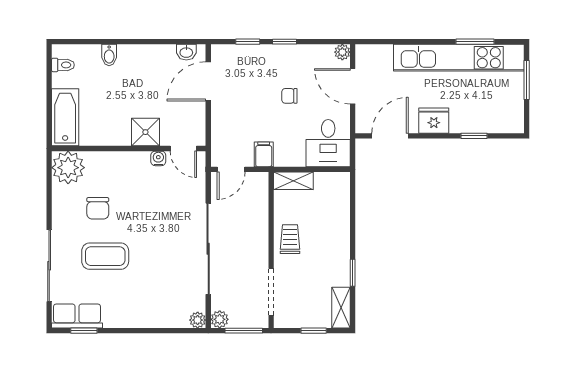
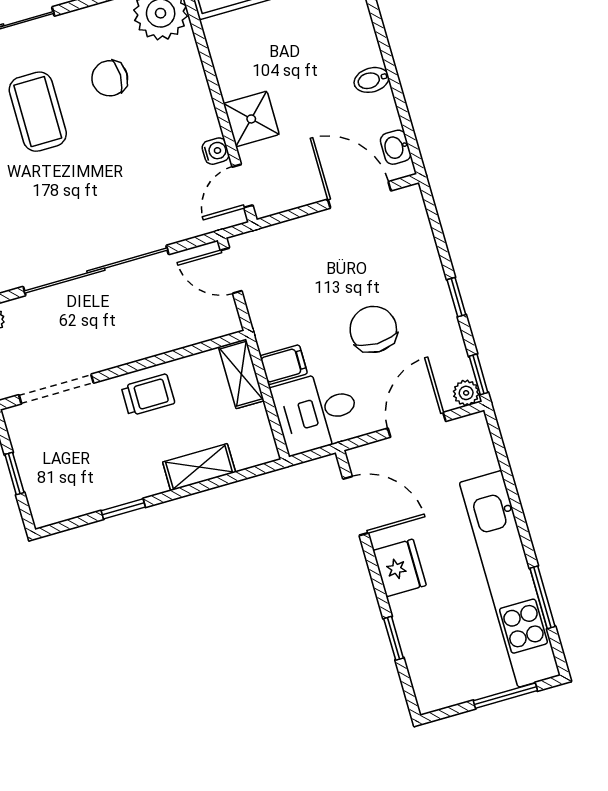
window: (248, 42) -> (479, 374), moved
bidet: (109, 55) -> (371, 80), moved
chair: (289, 96) -> (373, 329), width x1.87, depth x1.87
filing cabinet: (264, 154) -> (284, 365), moved
shelving: (341, 308) -> (199, 467), moved

